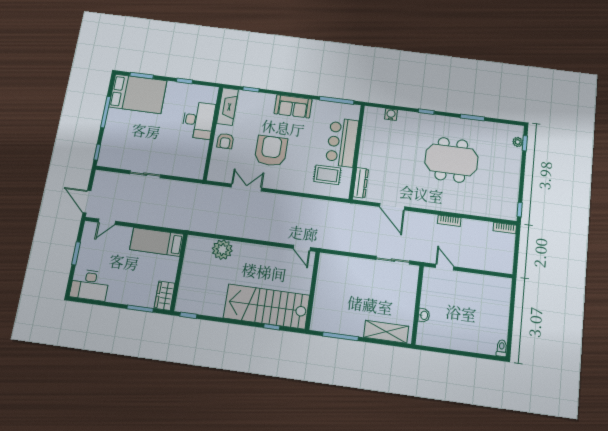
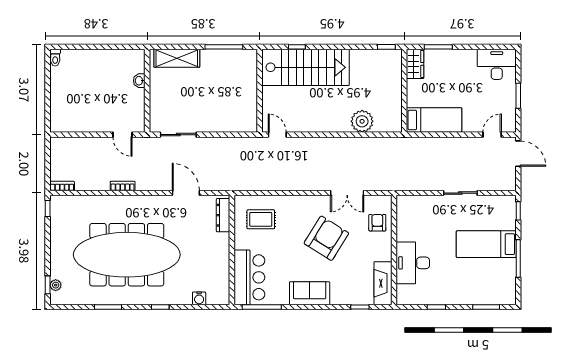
bed: (138, 94) -> (486, 244), moved, width x0.67
armchair: (225, 141) -> (377, 223), moved
bar counter: (342, 142) -> (249, 277), moved
armchair: (271, 151) -> (326, 238), turned -148
meeting table: (451, 160) -> (127, 255), width x1.86, depth x1.27

